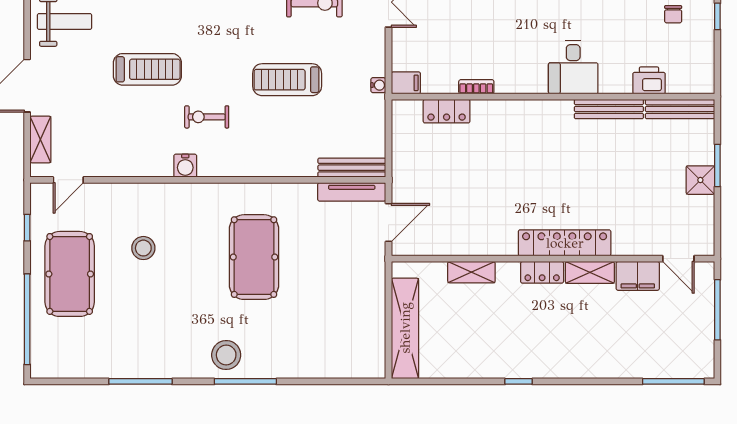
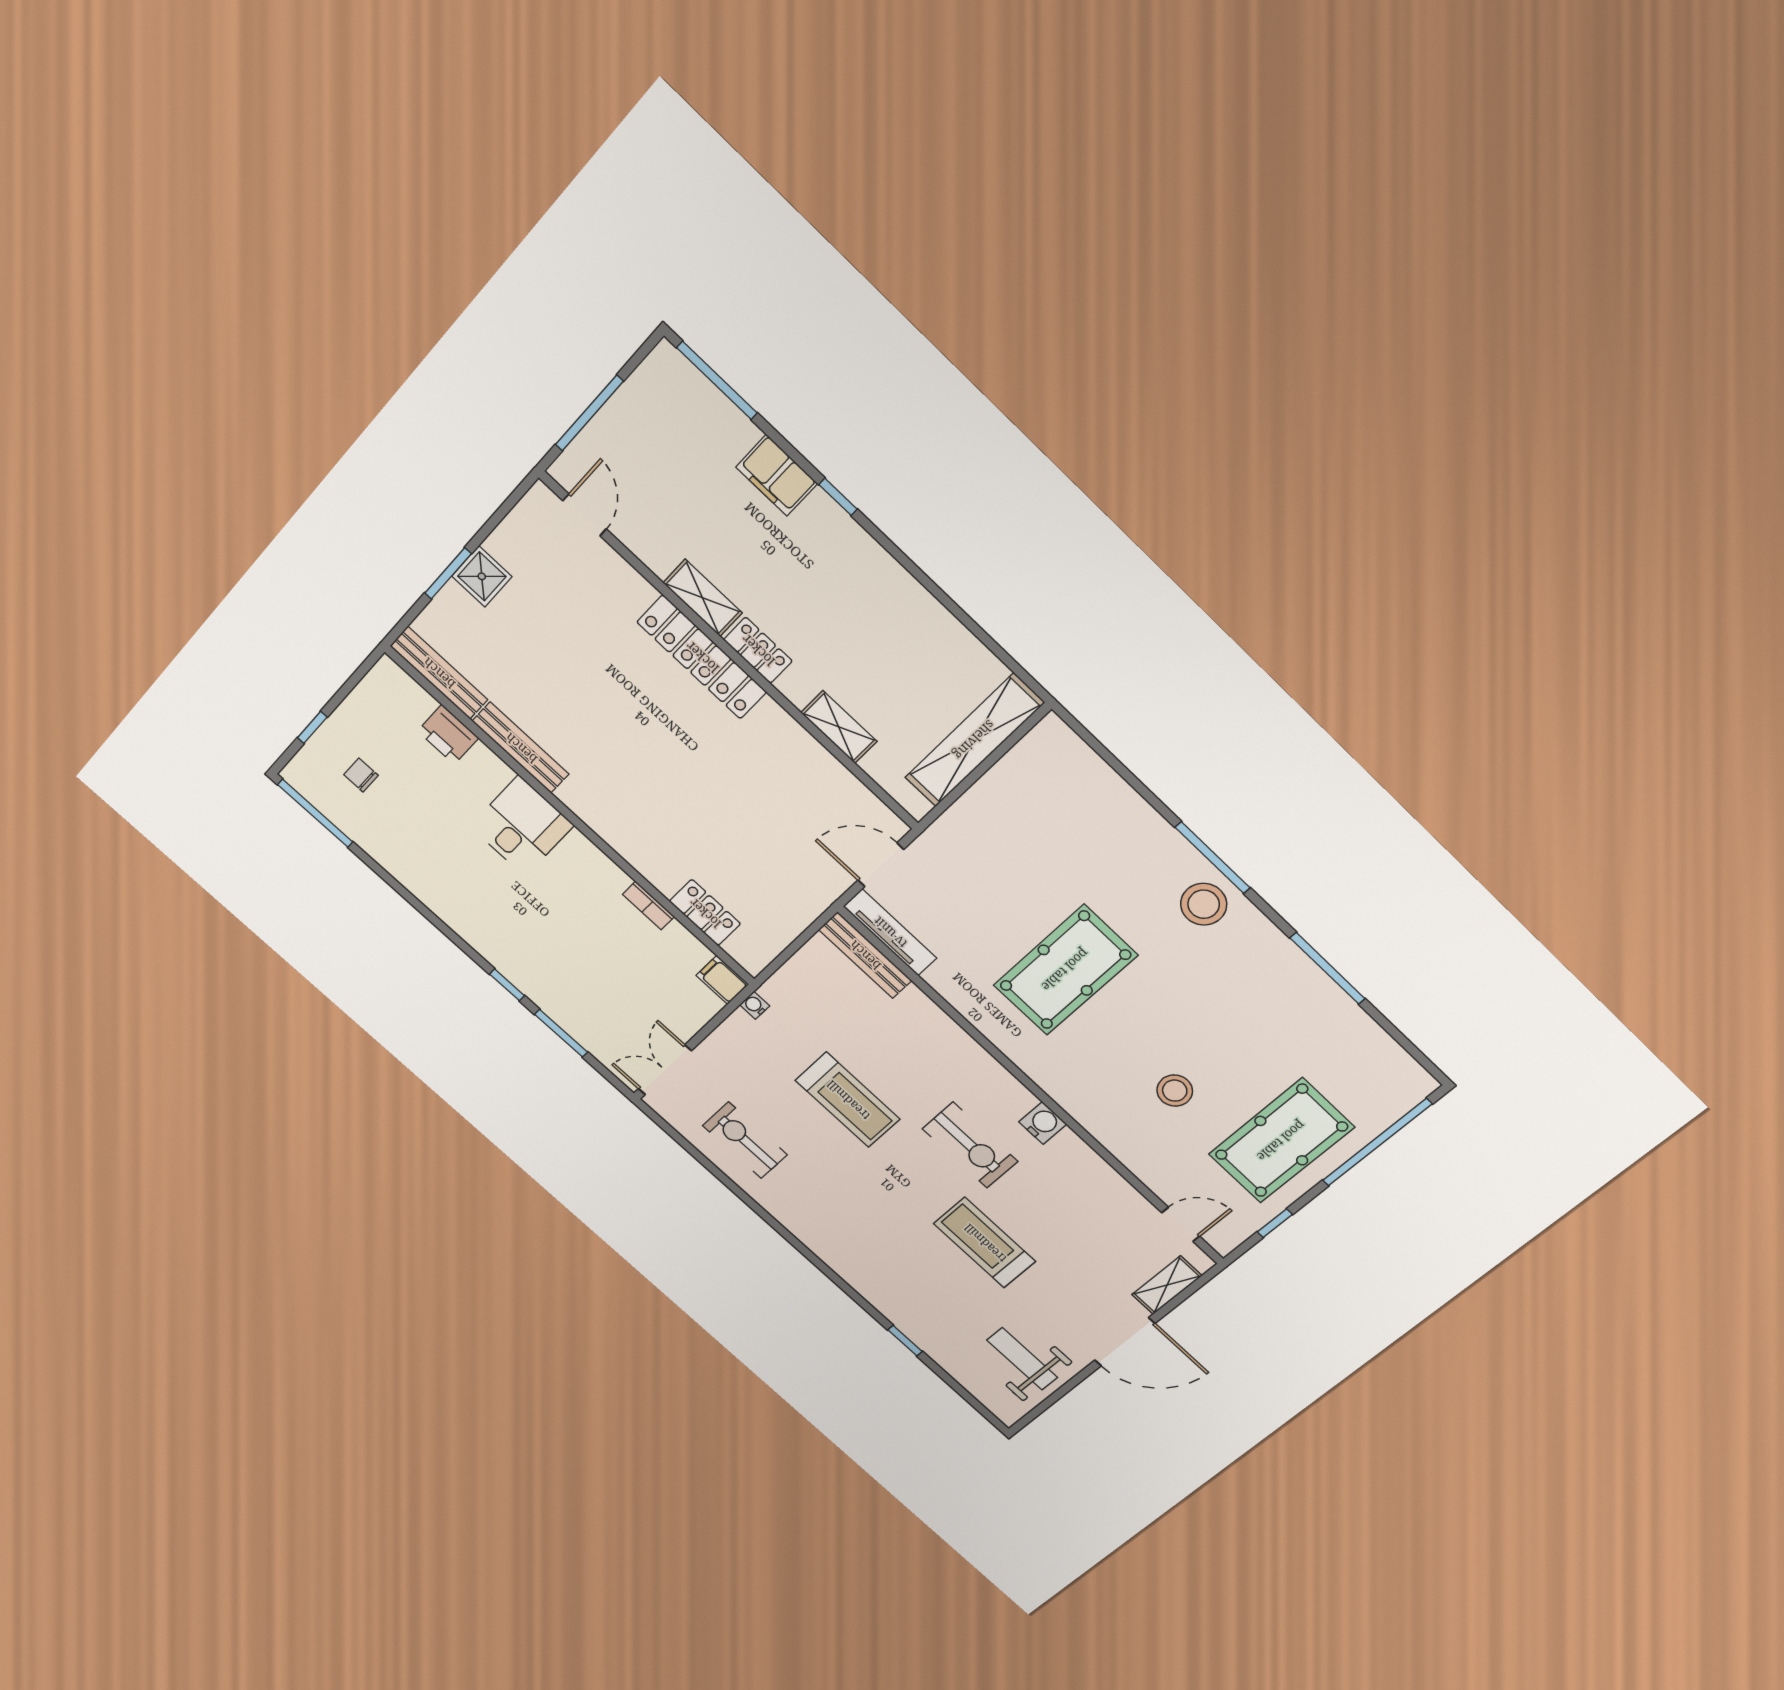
chair: (673, 14) -> (361, 775), turned -90
exercise bike: (207, 117) -> (970, 1145), width x1.38, depth x1.39
filing cabinet: (638, 276) -> (777, 475), moved, turned 180
window: (519, 381) -> (838, 497), moved

